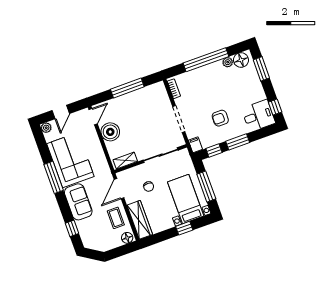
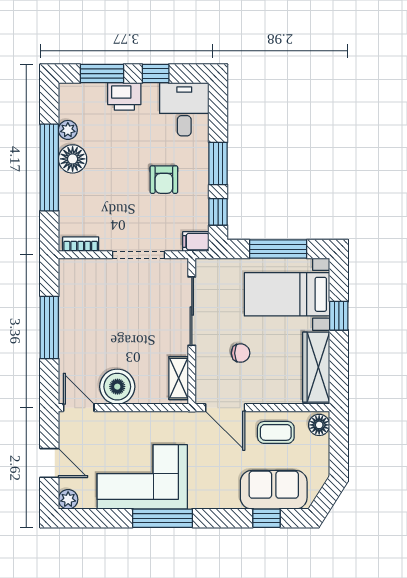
floor lamp: (241, 60) -> (73, 159), moved
printer: (254, 84) -> (124, 96), added
window: (275, 107) -> (156, 74), moved
sofa: (78, 202) -> (274, 490), moved
wardrobe: (140, 220) -> (316, 367), moved, turned -90

